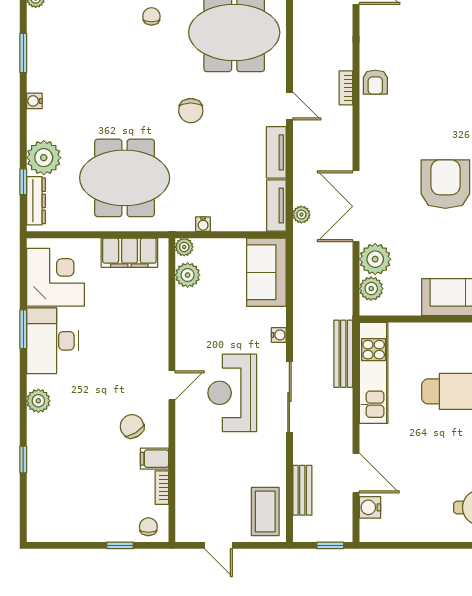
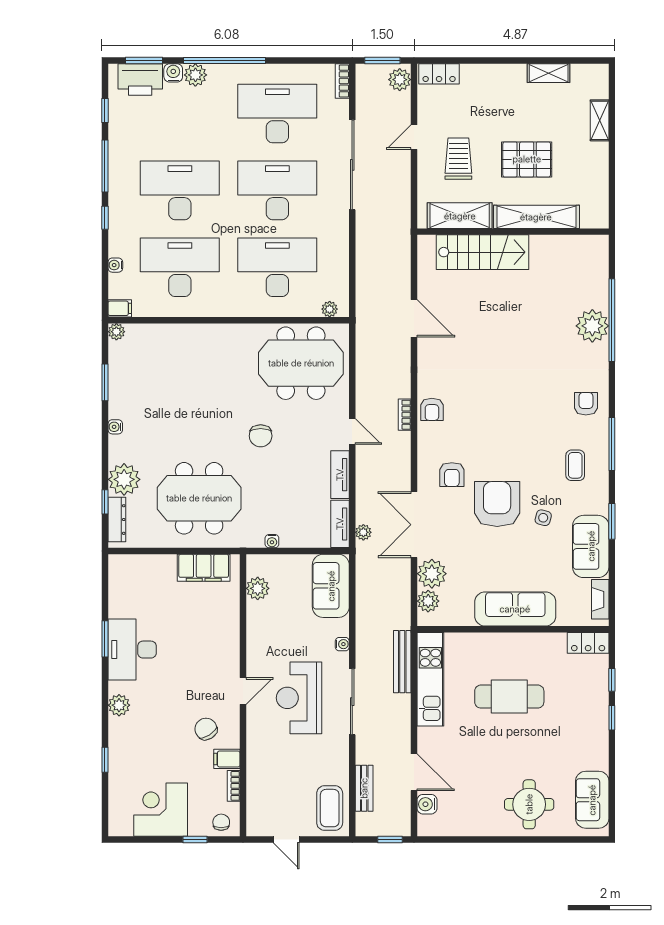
chair: (151, 16) -> (224, 348), removed
armchair: (397, 152) -> (452, 475), added
plant: (184, 247) -> (254, 562), removed
corner desk: (55, 277) -> (161, 810), moved, turned -90

